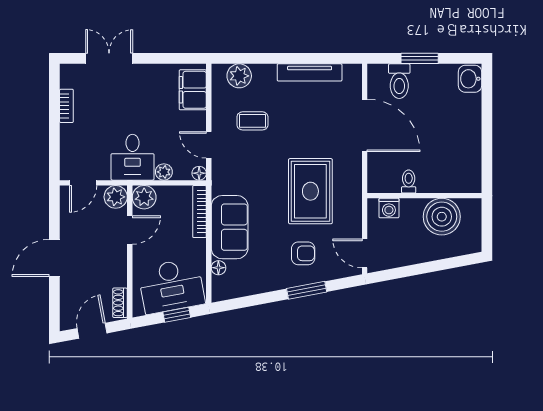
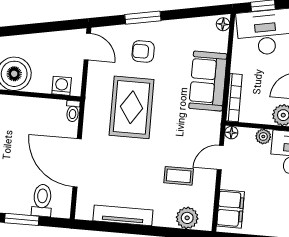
door: (209, 145) -> (220, 158), swing flipped
toilet: (409, 181) -> (73, 111), moved
floor lamp: (218, 268) -> (223, 24), moved

